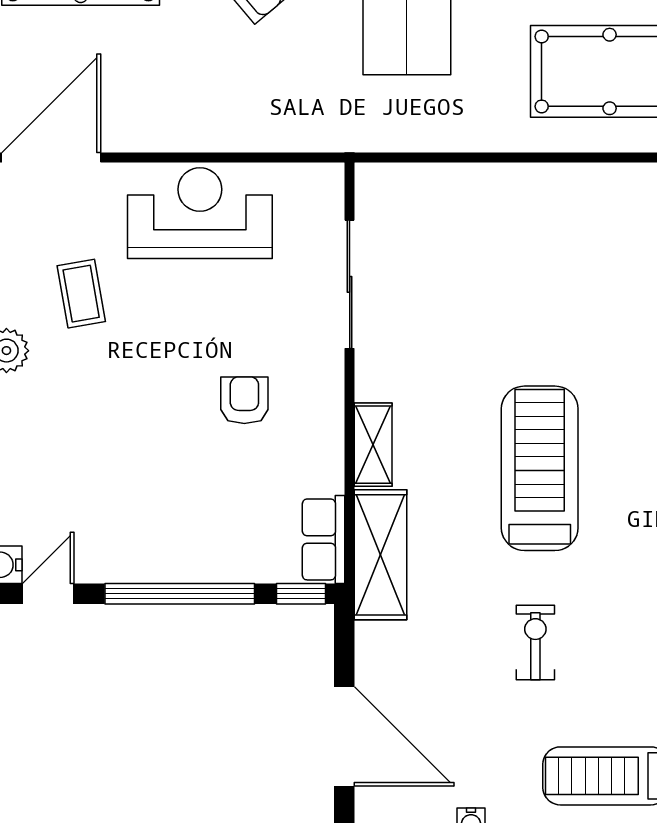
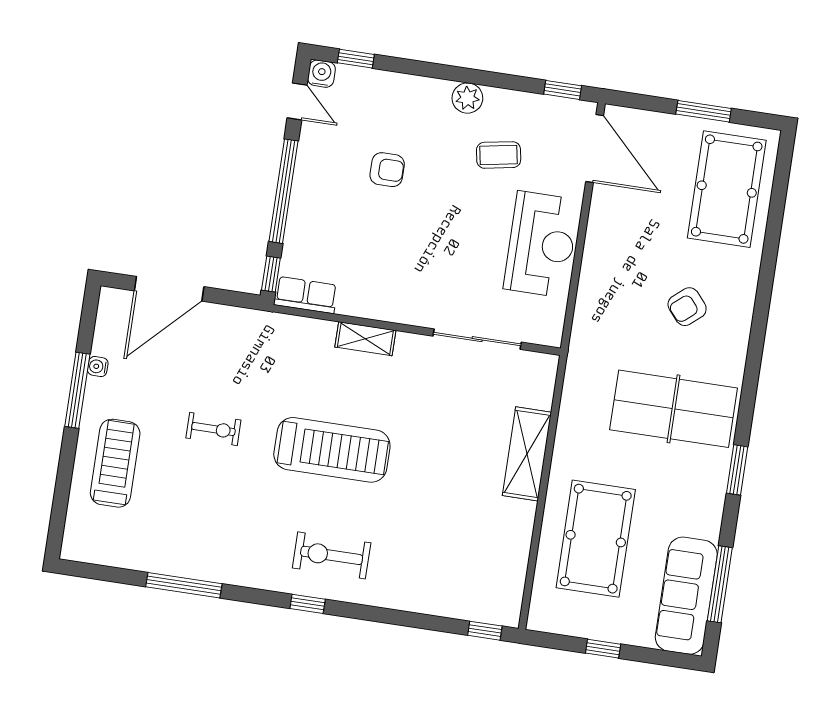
armchair: (244, 400) -> (387, 170), moved
shelving: (380, 555) -> (527, 454), moved, turned 90

